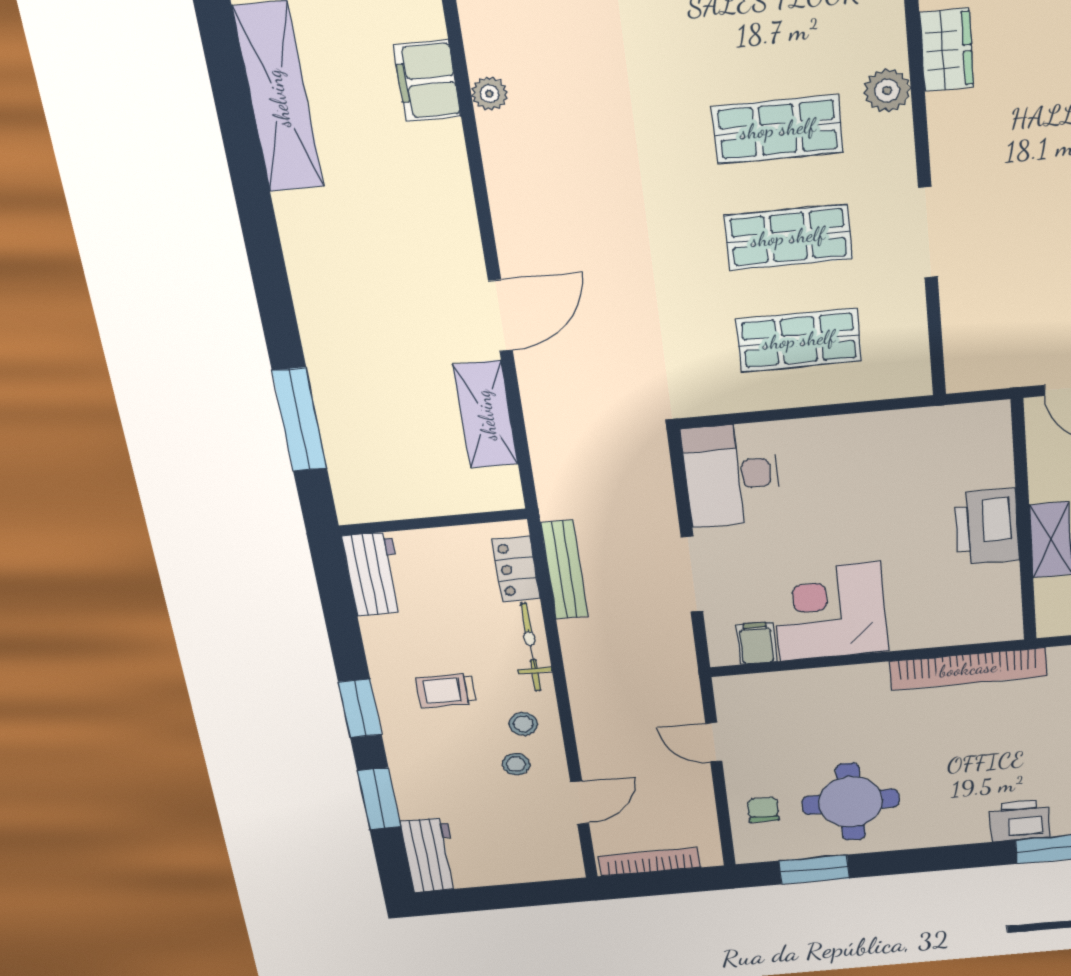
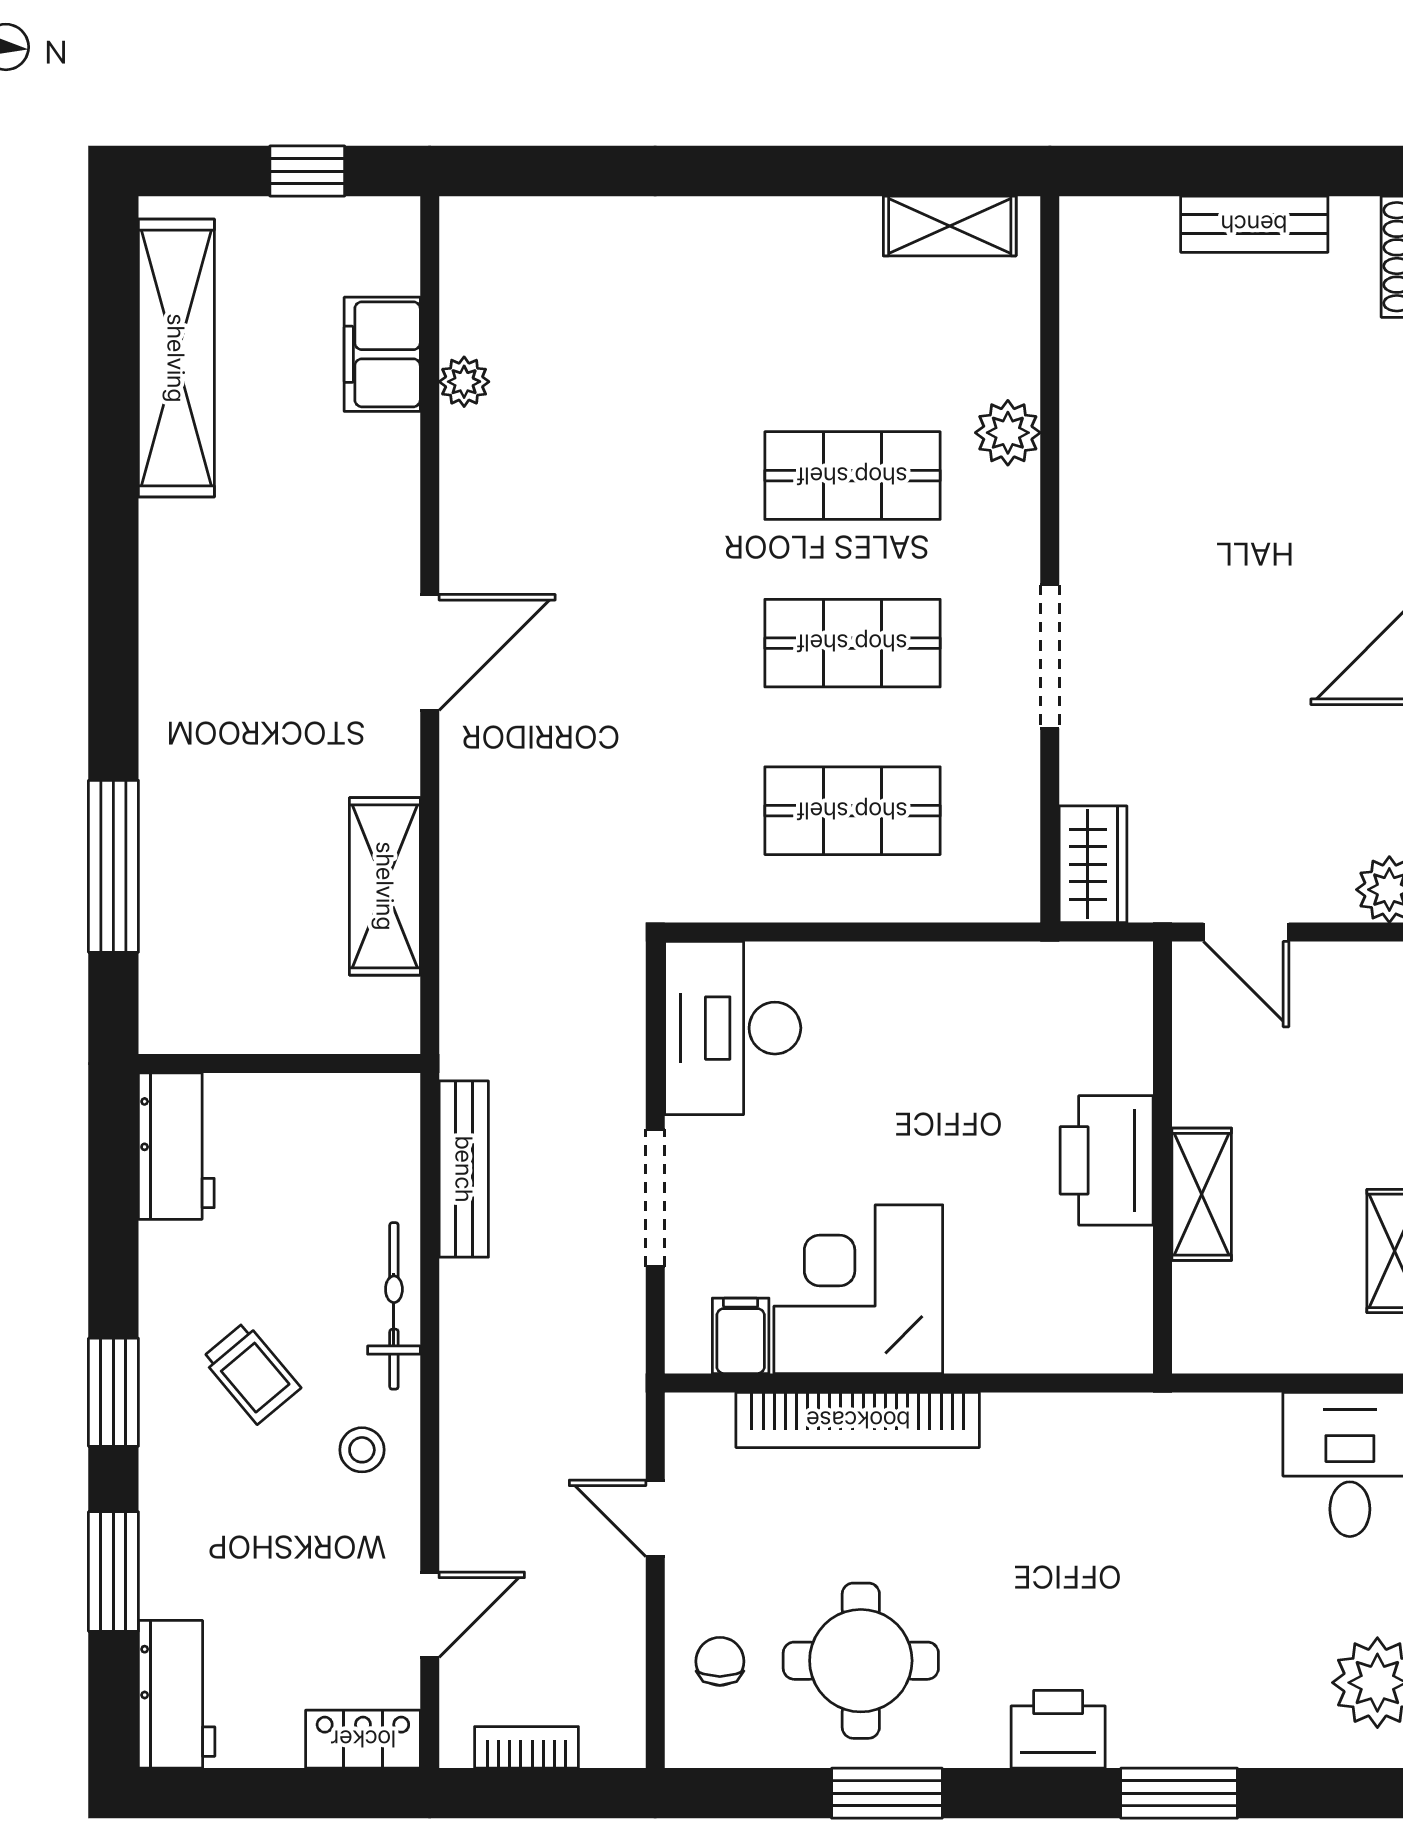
wardrobe: (947, 50) -> (1093, 864), moved
door: (500, 316) -> (430, 652), moved
locker: (516, 569) -> (363, 1739), moved, turned 90
bookcase: (968, 669) -> (858, 1420), moved
trolley: (446, 691) -> (251, 1373), turned -130
stool: (516, 764) -> (340, 1527), removed
printer: (1020, 821) -> (1058, 1729), moved
bookcase: (649, 862) -> (526, 1747), width x0.64
window: (814, 870) -> (887, 1793), moved

